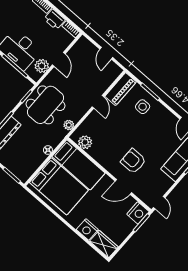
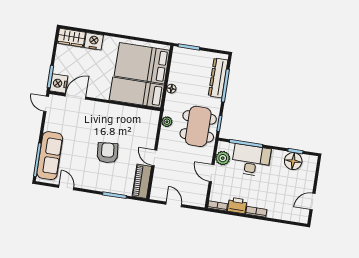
side table: (143, 107) -> (113, 178), removed
plant: (85, 142) -> (143, 116), removed
armchair: (133, 161) -> (108, 153), moved, turned -95
door: (123, 187) -> (76, 96), moved

